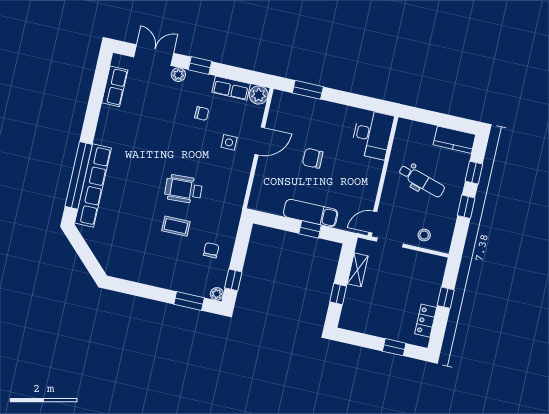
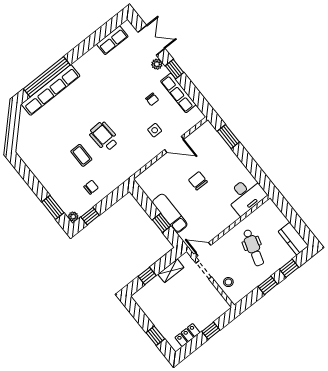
row of seats: (231, 88) -> (178, 93), width x1.48
plant: (259, 95) -> (196, 116), removed

